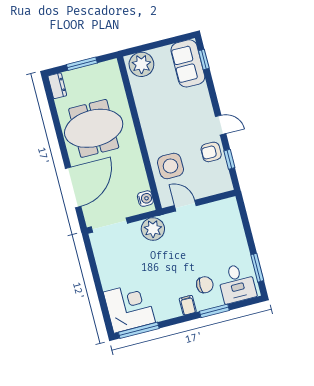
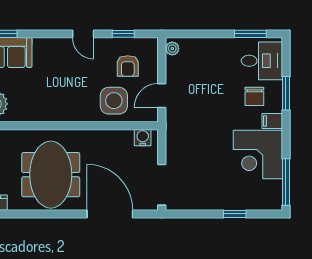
door: (221, 125) -> (83, 34), swing flipped
armchair: (211, 152) -> (128, 66), moved
plant: (153, 229) -> (172, 49), moved, width x0.53, depth x0.53
chair: (205, 285) -> (254, 96), turned 180
window: (100, 294) -> (235, 214), added
corner desk: (129, 307) -> (258, 155), moved, turned -90

